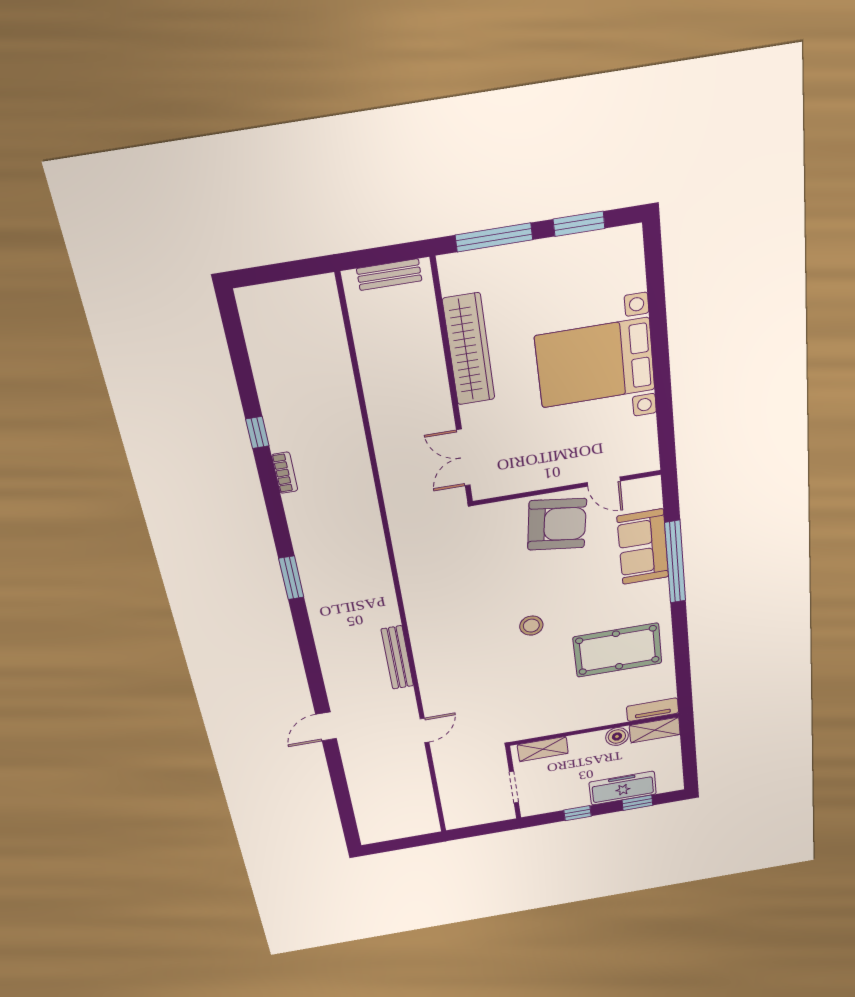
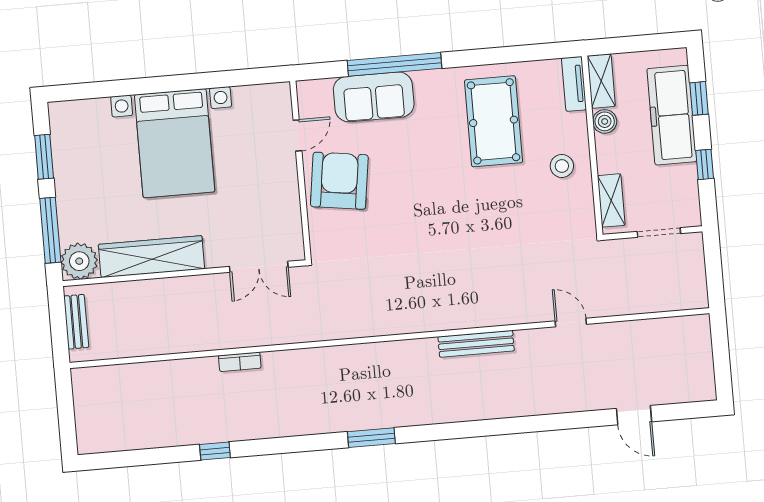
plant: (460, 272) -> (79, 261), added
bookcase: (285, 473) -> (240, 362), moved, turned 180
stool: (531, 626) -> (562, 166), moved
door: (326, 726) -> (634, 415), moved
freezer: (623, 788) -> (672, 115), width x1.36, depth x1.26

